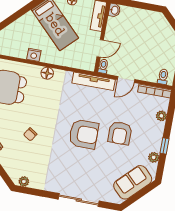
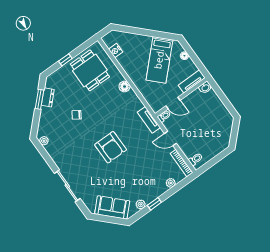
nightstand: (34, 55) -> (116, 51), moved
tv unit: (94, 81) -> (149, 120), width x0.71
armchair: (120, 133) -> (134, 169), removed

